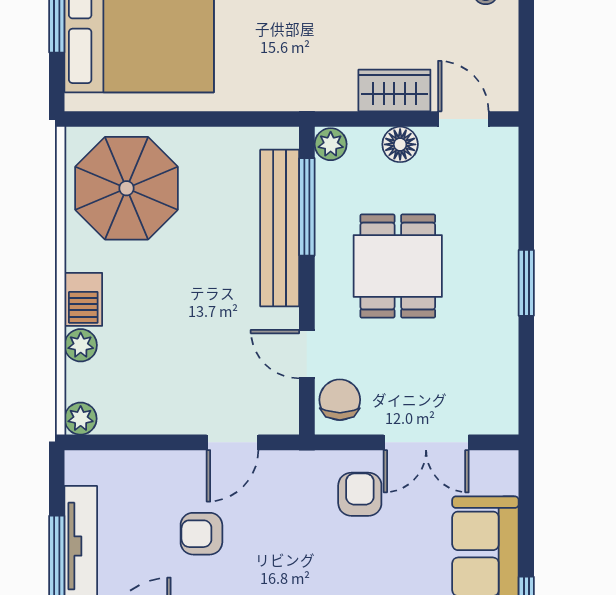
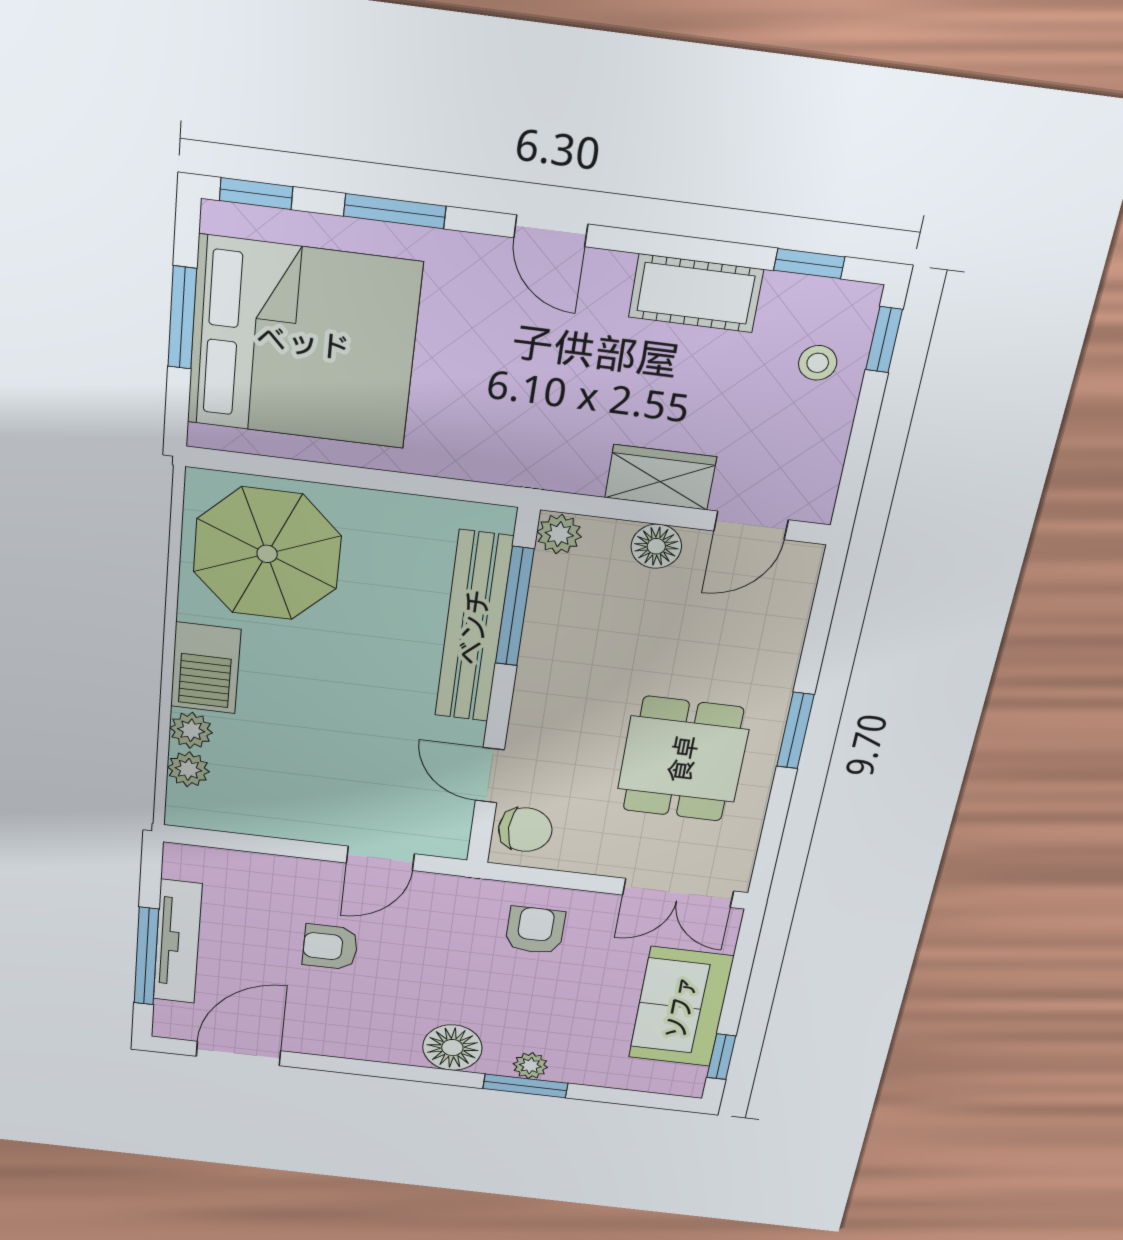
door: (463, 119) -> (751, 525), swing flipped
dining table: (398, 266) -> (683, 759), moved
barbecue: (83, 299) -> (206, 668), width x1.38, depth x1.27
chair: (340, 400) -> (525, 830), turned 90
plant: (81, 419) -> (188, 769), moved
double door: (426, 442) -> (678, 893), moved

